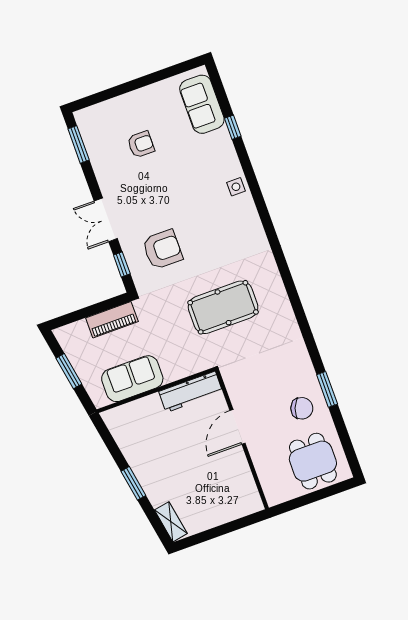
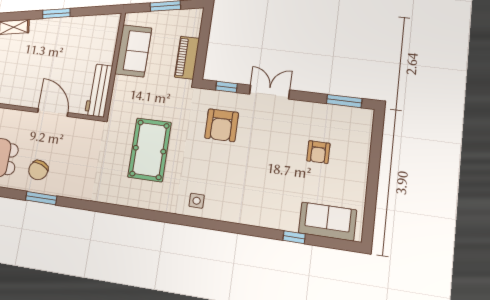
side table: (236, 187) -> (197, 201), moved

